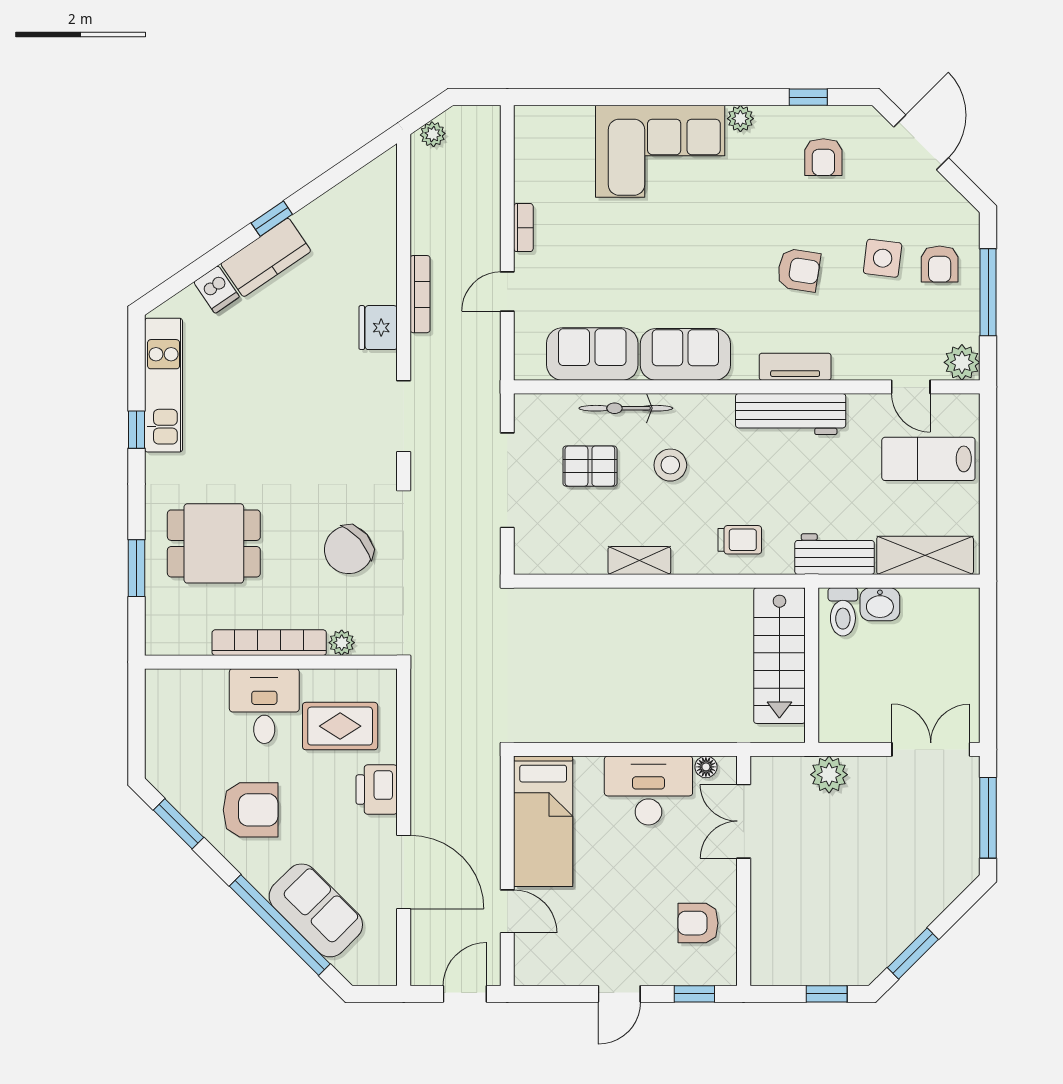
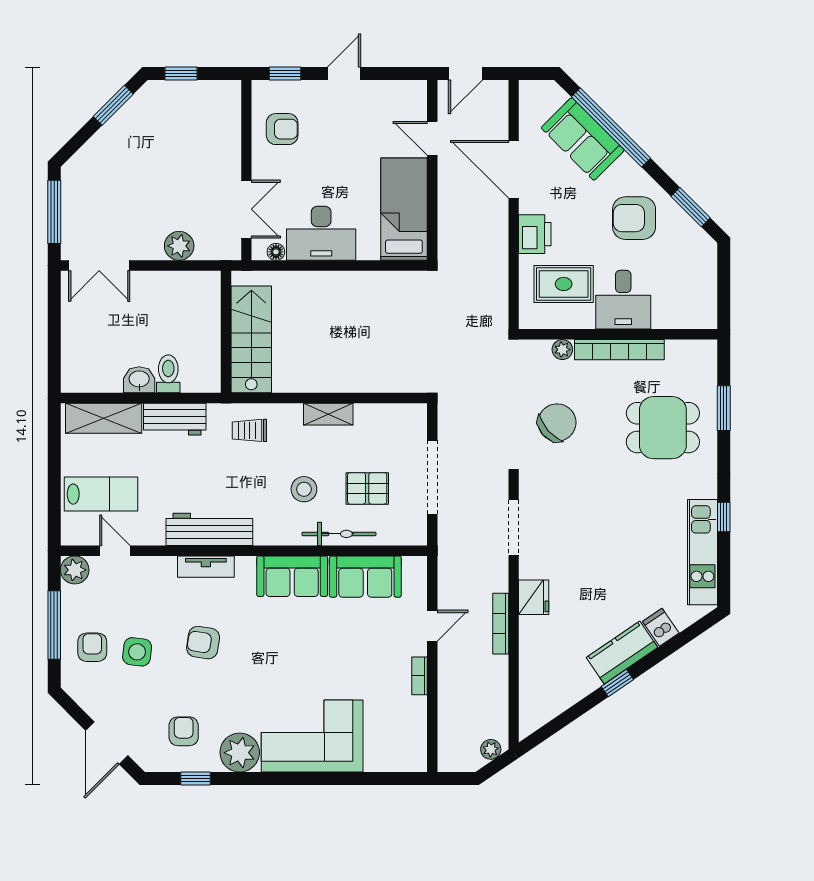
plant: (740, 119) -> (240, 753), width x1.88, depth x1.88
stairs: (779, 656) -> (251, 339), moved
wall: (812, 665) -> (226, 332), moved

